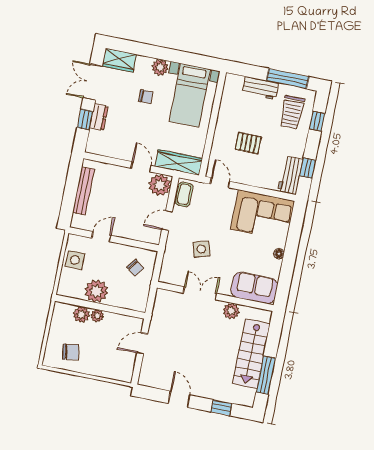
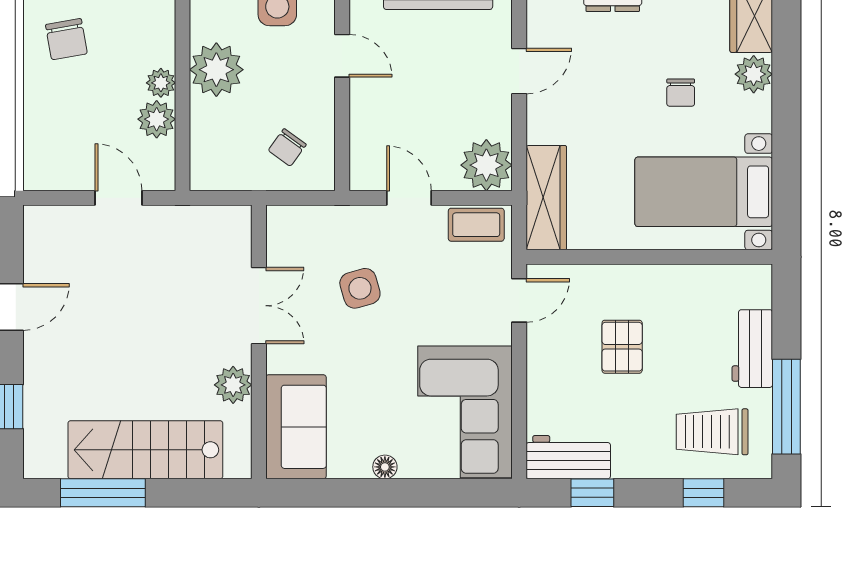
plant: (160, 67) -> (754, 74), moved
door: (141, 167) -> (519, 71), moved
plant: (81, 314) -> (157, 119), moved

